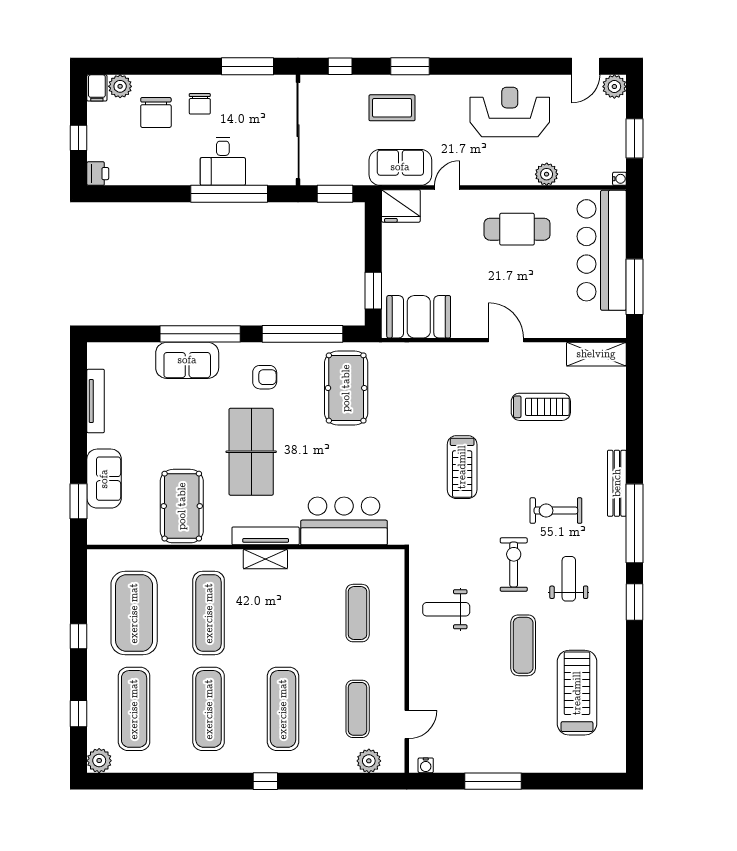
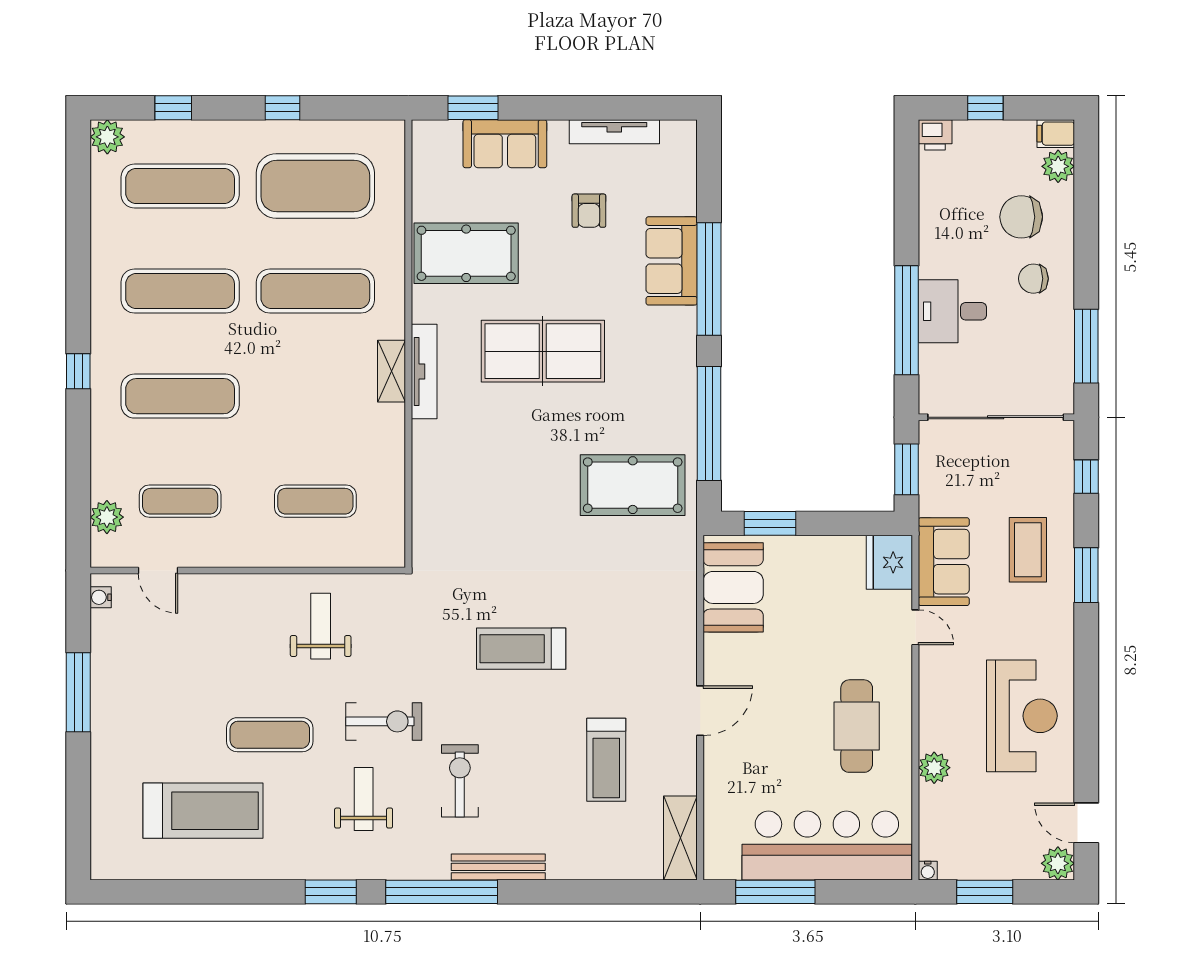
armchair: (265, 377) -> (589, 211), moved
bar counter: (344, 521) -> (445, 482), removed
weight bench: (569, 579) -> (364, 799), turned -90

